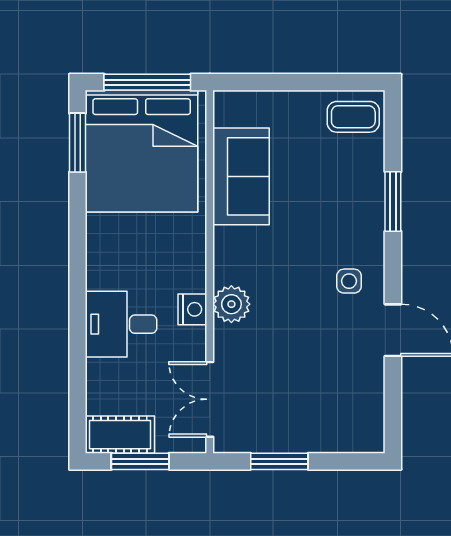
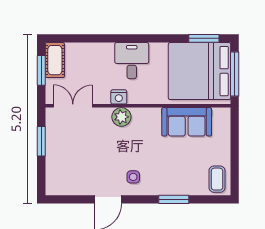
desk: (121, 324) -> (132, 61), moved

